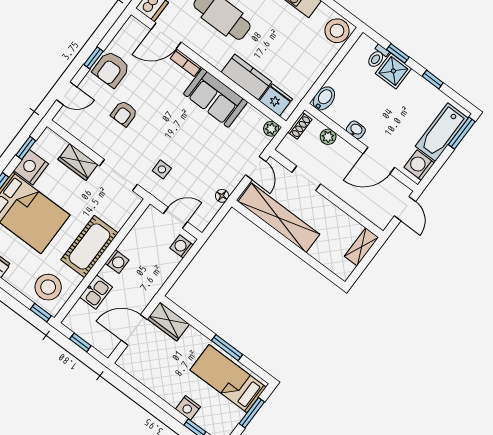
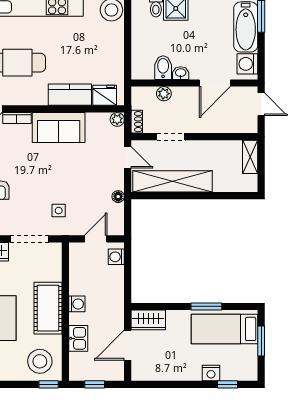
bidet: (324, 98) -> (163, 68), moved
shoe rack: (300, 126) -> (137, 122), moved

